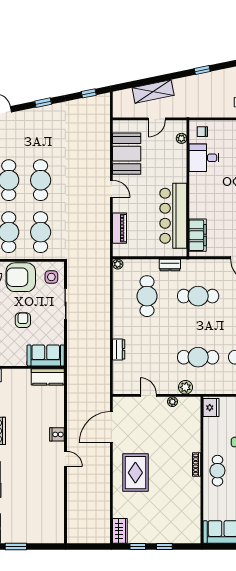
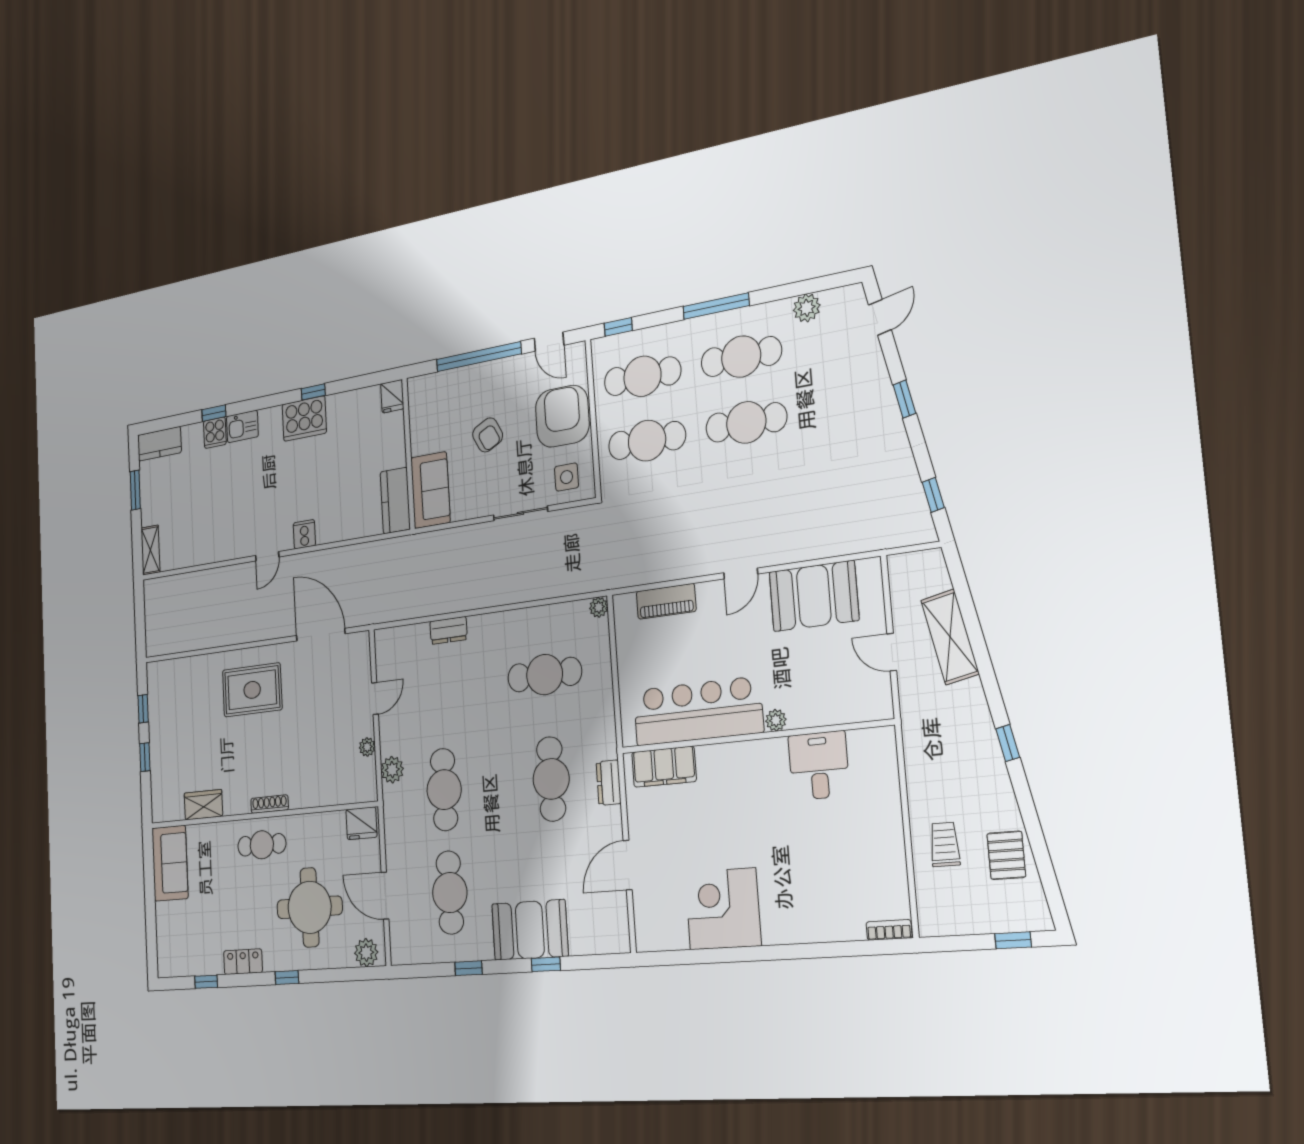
chair: (202, 132) -> (873, 757), removed
plant: (181, 138) -> (776, 720), moved
dresser: (170, 265) -> (609, 783), moved
armchair: (23, 320) -> (488, 435), turned 63
wardrobe: (120, 531) -> (203, 805), moved, turned 180
shelving: (51, 537) -> (150, 550), added

